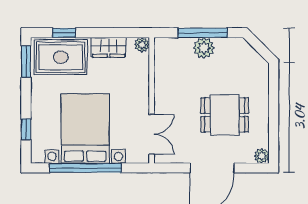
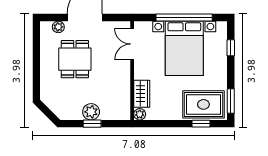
window: (203, 33) -> (92, 124), width x0.46
wardrobe: (109, 47) -> (142, 94), moved, turned 90
dining table: (225, 115) -> (75, 59), turned 90
plant: (262, 156) -> (58, 27), moved

